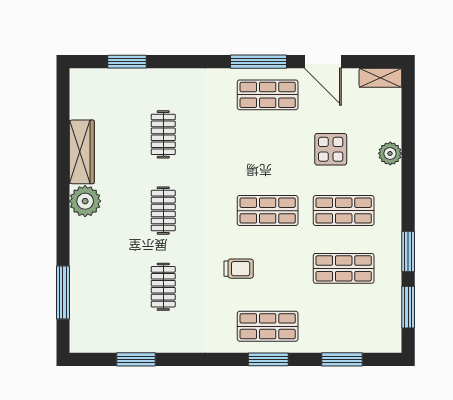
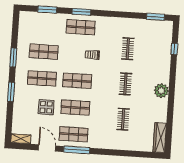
window: (127, 62) -> (138, 154), removed
wardrobe: (82, 152) -> (160, 138), moved
shop shelf: (268, 153) -> (75, 108), added
plant: (390, 153) -> (19, 103), removed
window: (63, 292) -> (174, 49), width x0.46
window: (408, 307) -> (11, 92), moved
window: (136, 359) -> (155, 17), moved

